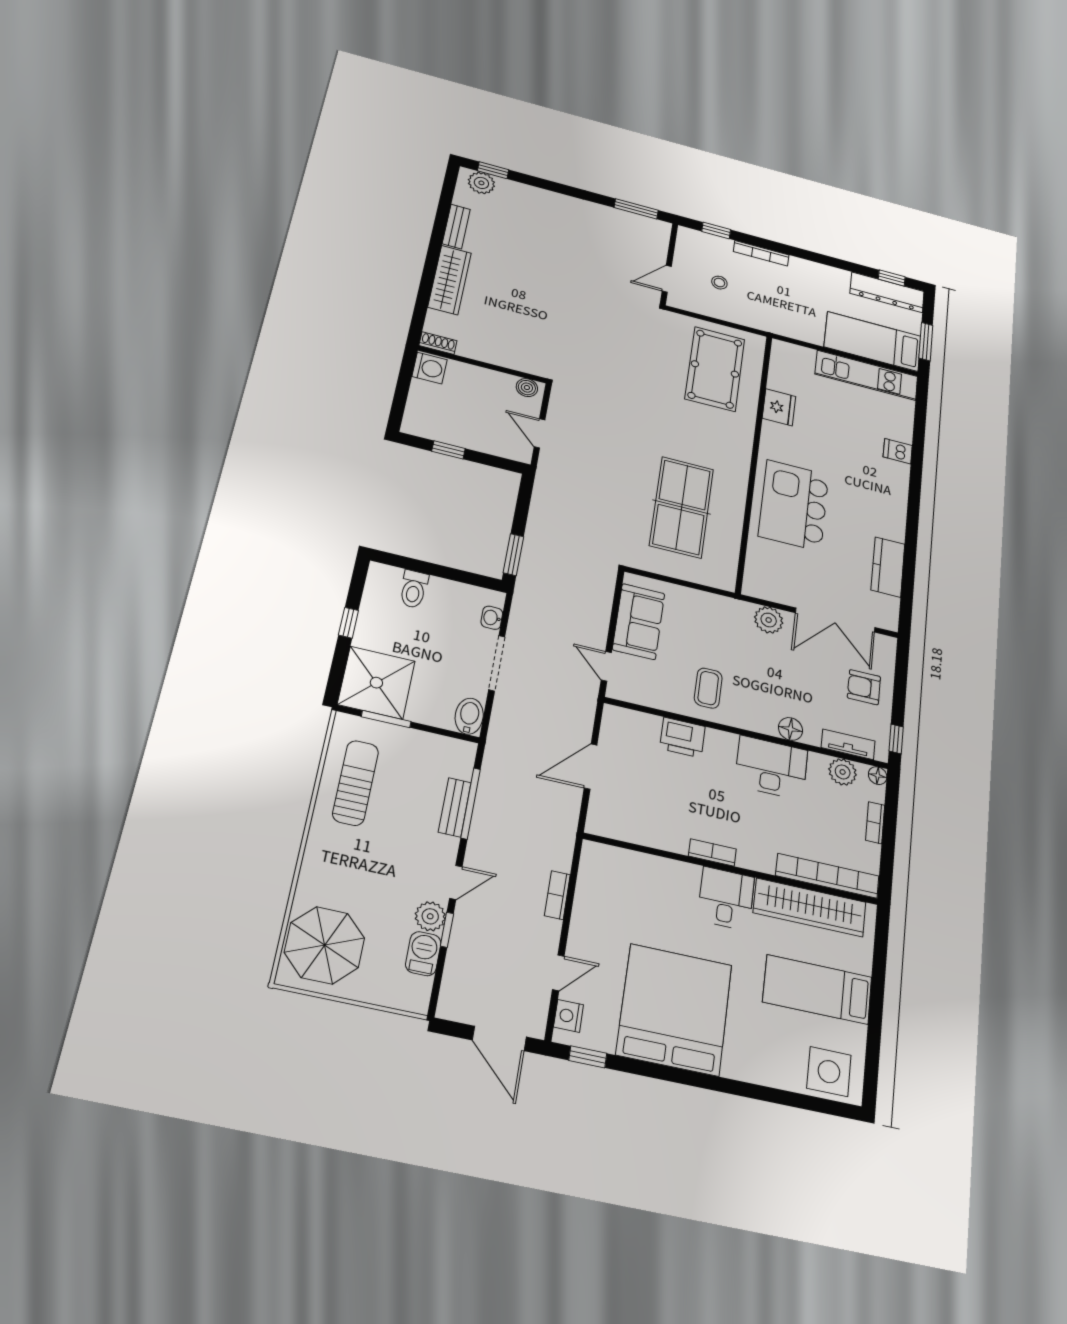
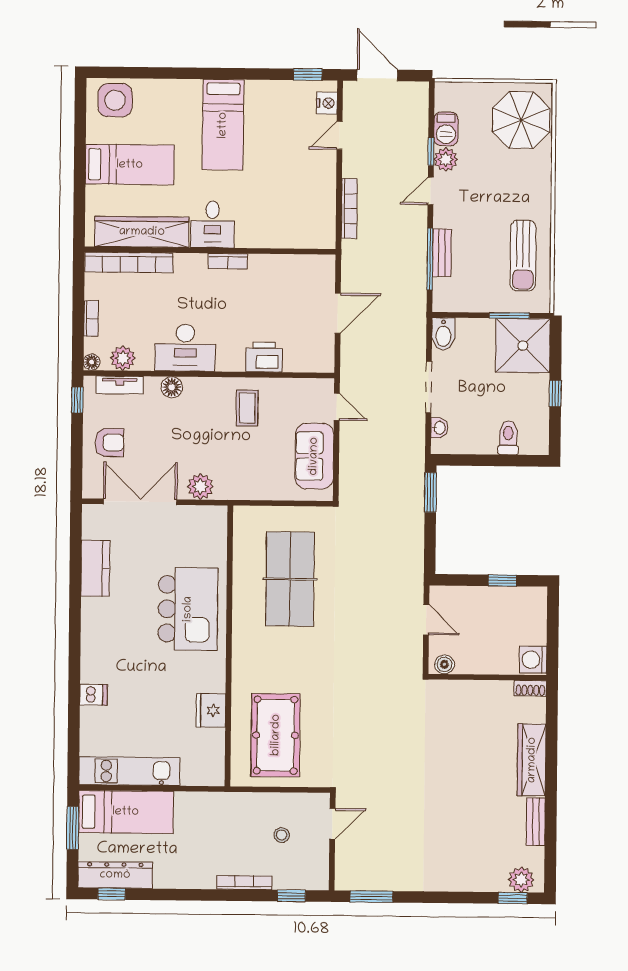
bookcase: (557, 895) -> (349, 209), width x1.56
bed: (674, 1009) -> (223, 125), width x0.49

